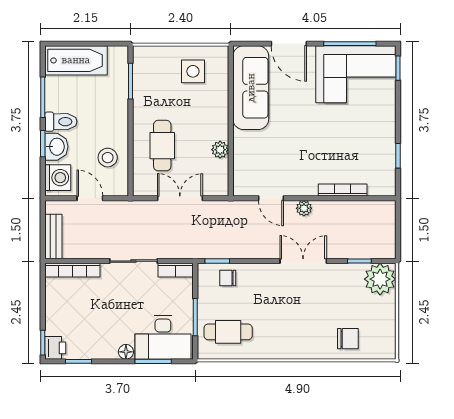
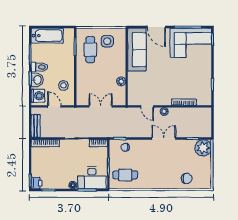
cafe table: (162, 146) -> (90, 50), moved

